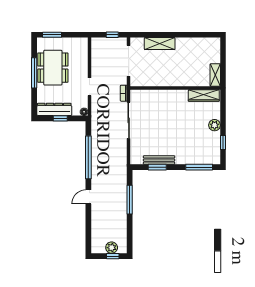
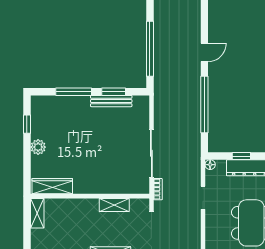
shelving: (157, 81) -> (114, 205), added
window: (199, 167) -> (74, 92), moved
window: (130, 200) -> (150, 49), width x1.46

